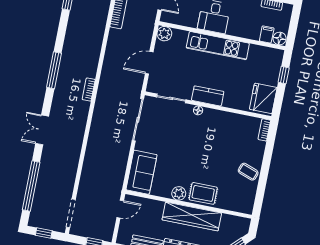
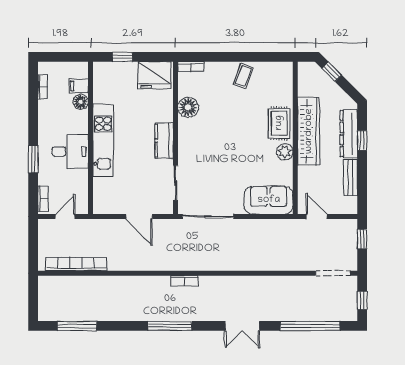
plant: (164, 34) -> (102, 206), removed
floor lamp: (280, 38) -> (81, 102), moved
floor lamp: (198, 110) -> (188, 107), moved, width x1.89, depth x1.89

